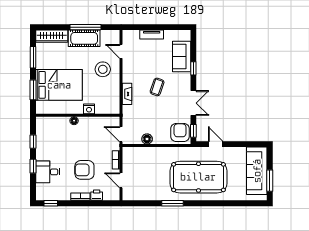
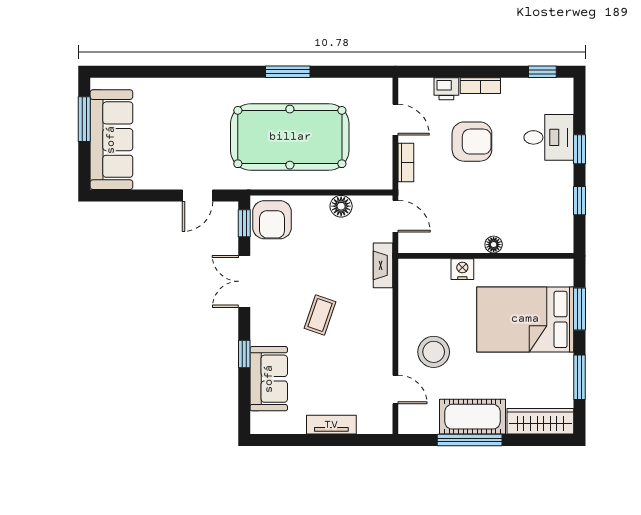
fireplace: (127, 94) -> (383, 265), moved
door: (216, 144) -> (198, 195), hinge flipped
pool table: (198, 177) -> (290, 137), moved

